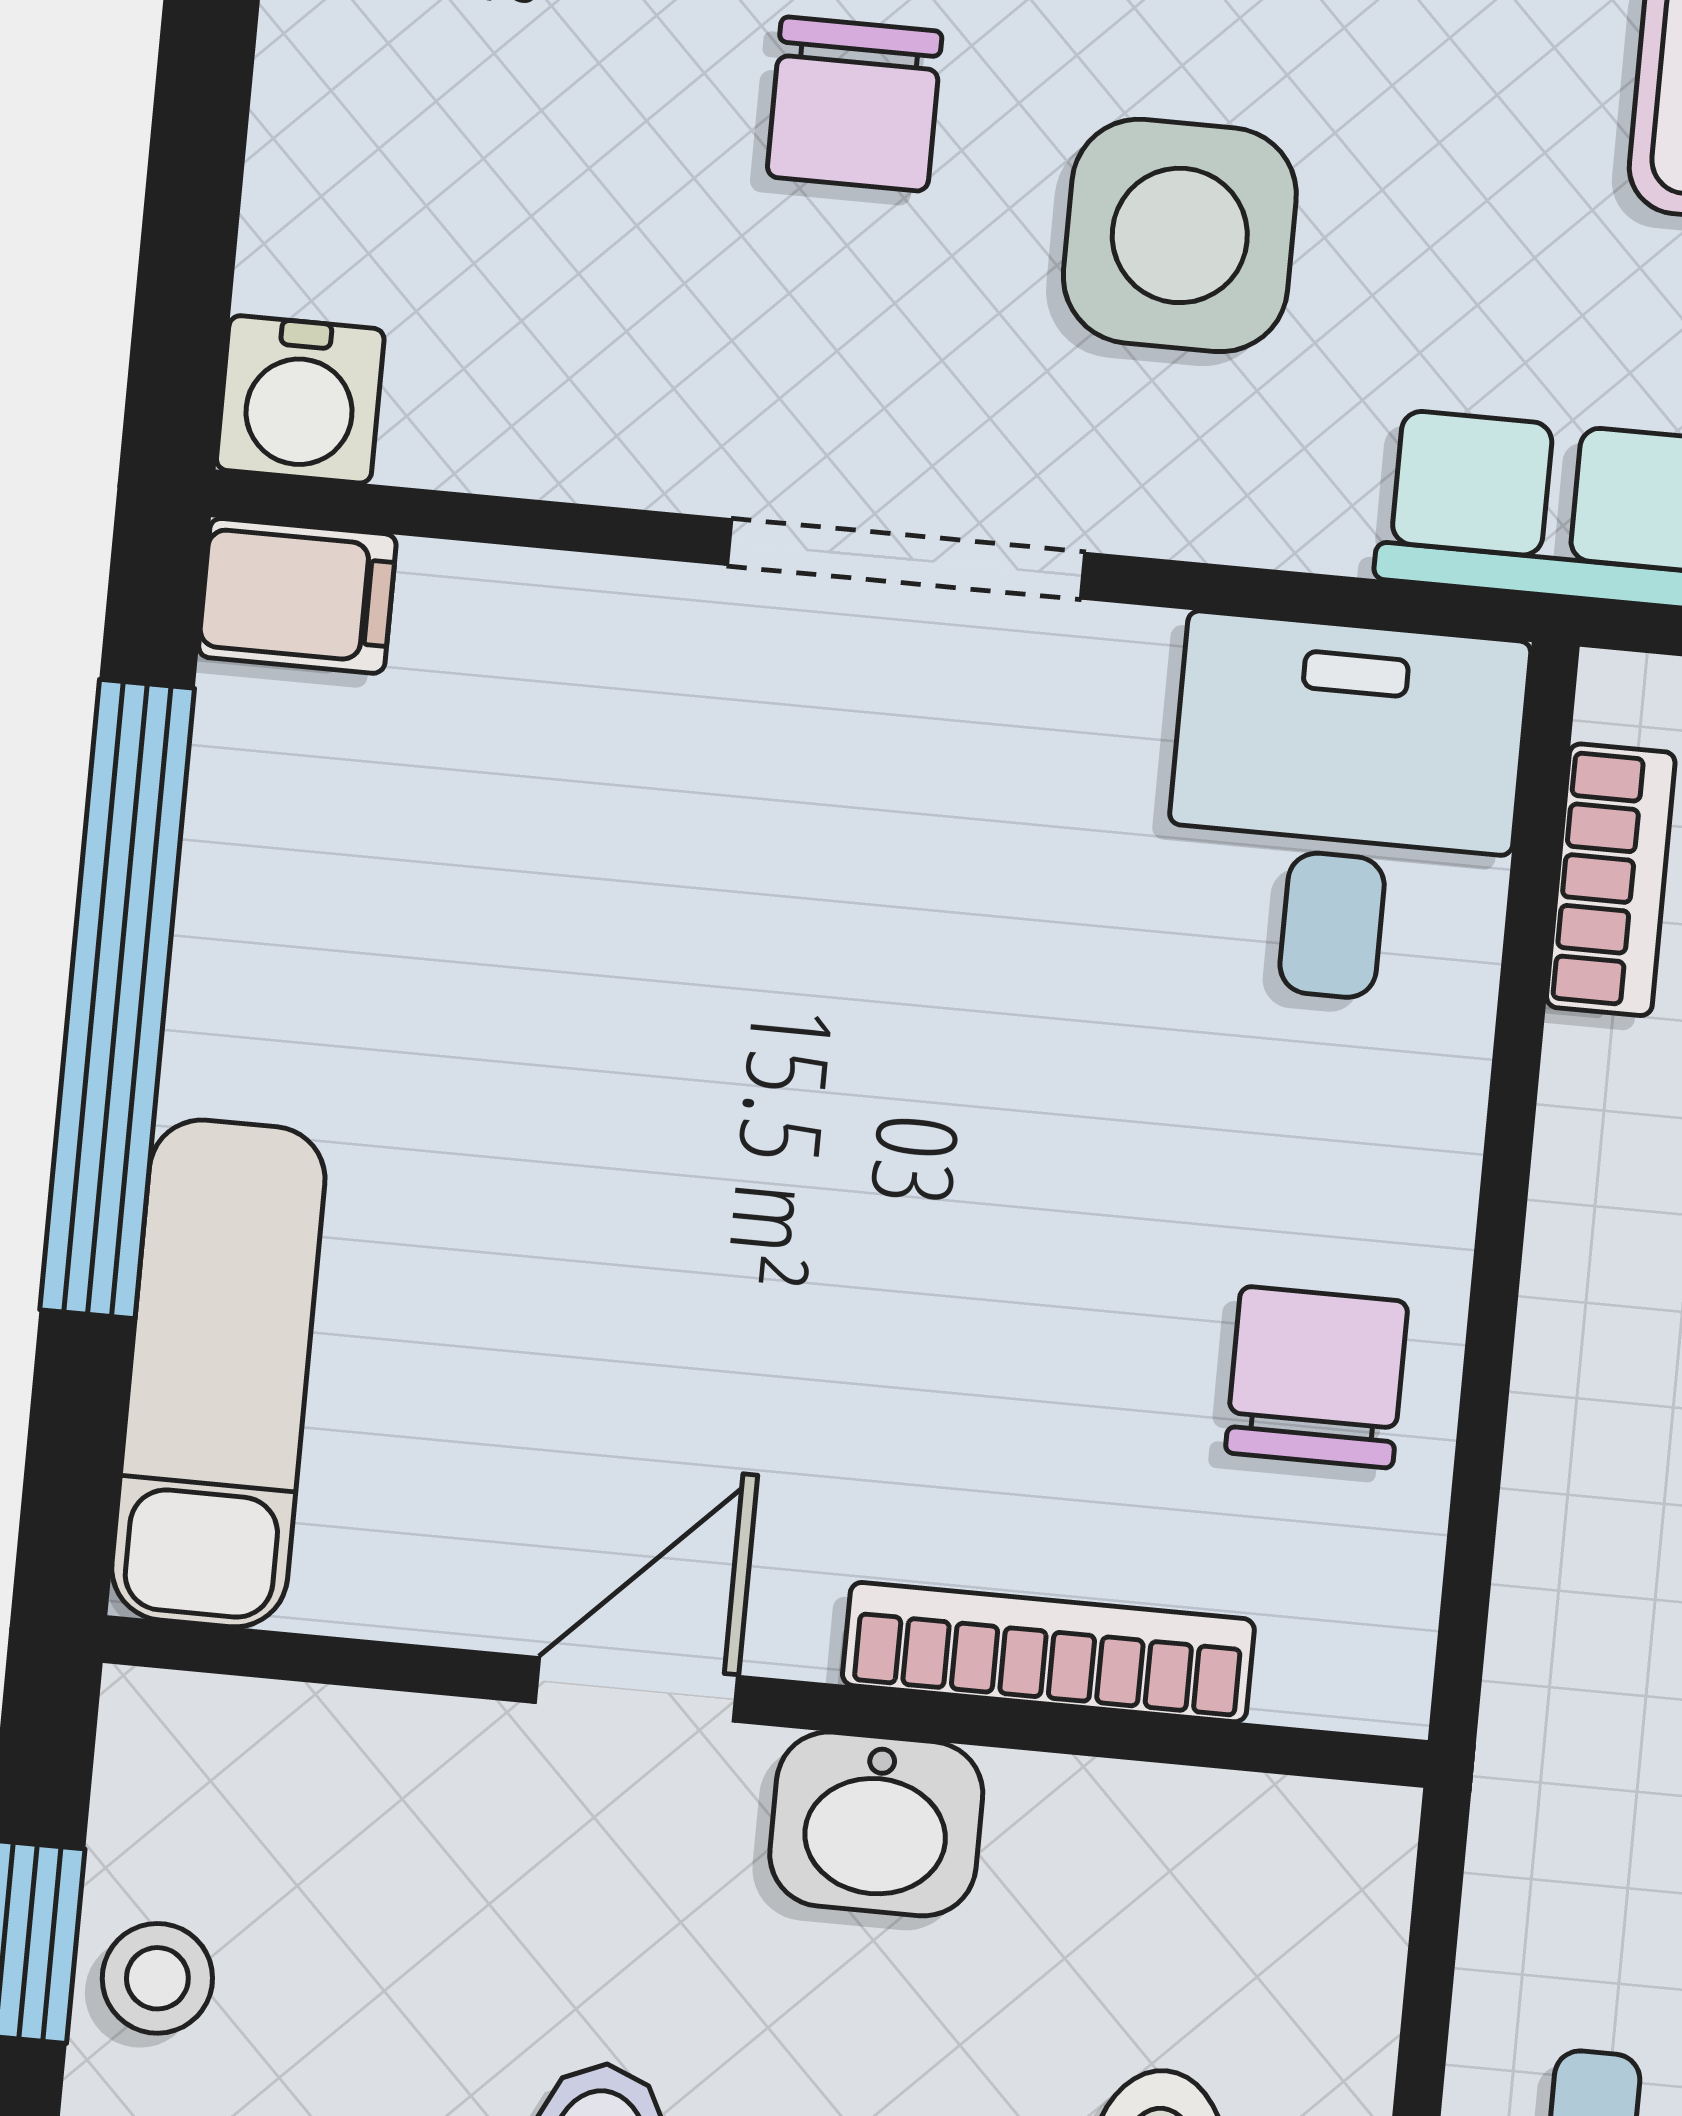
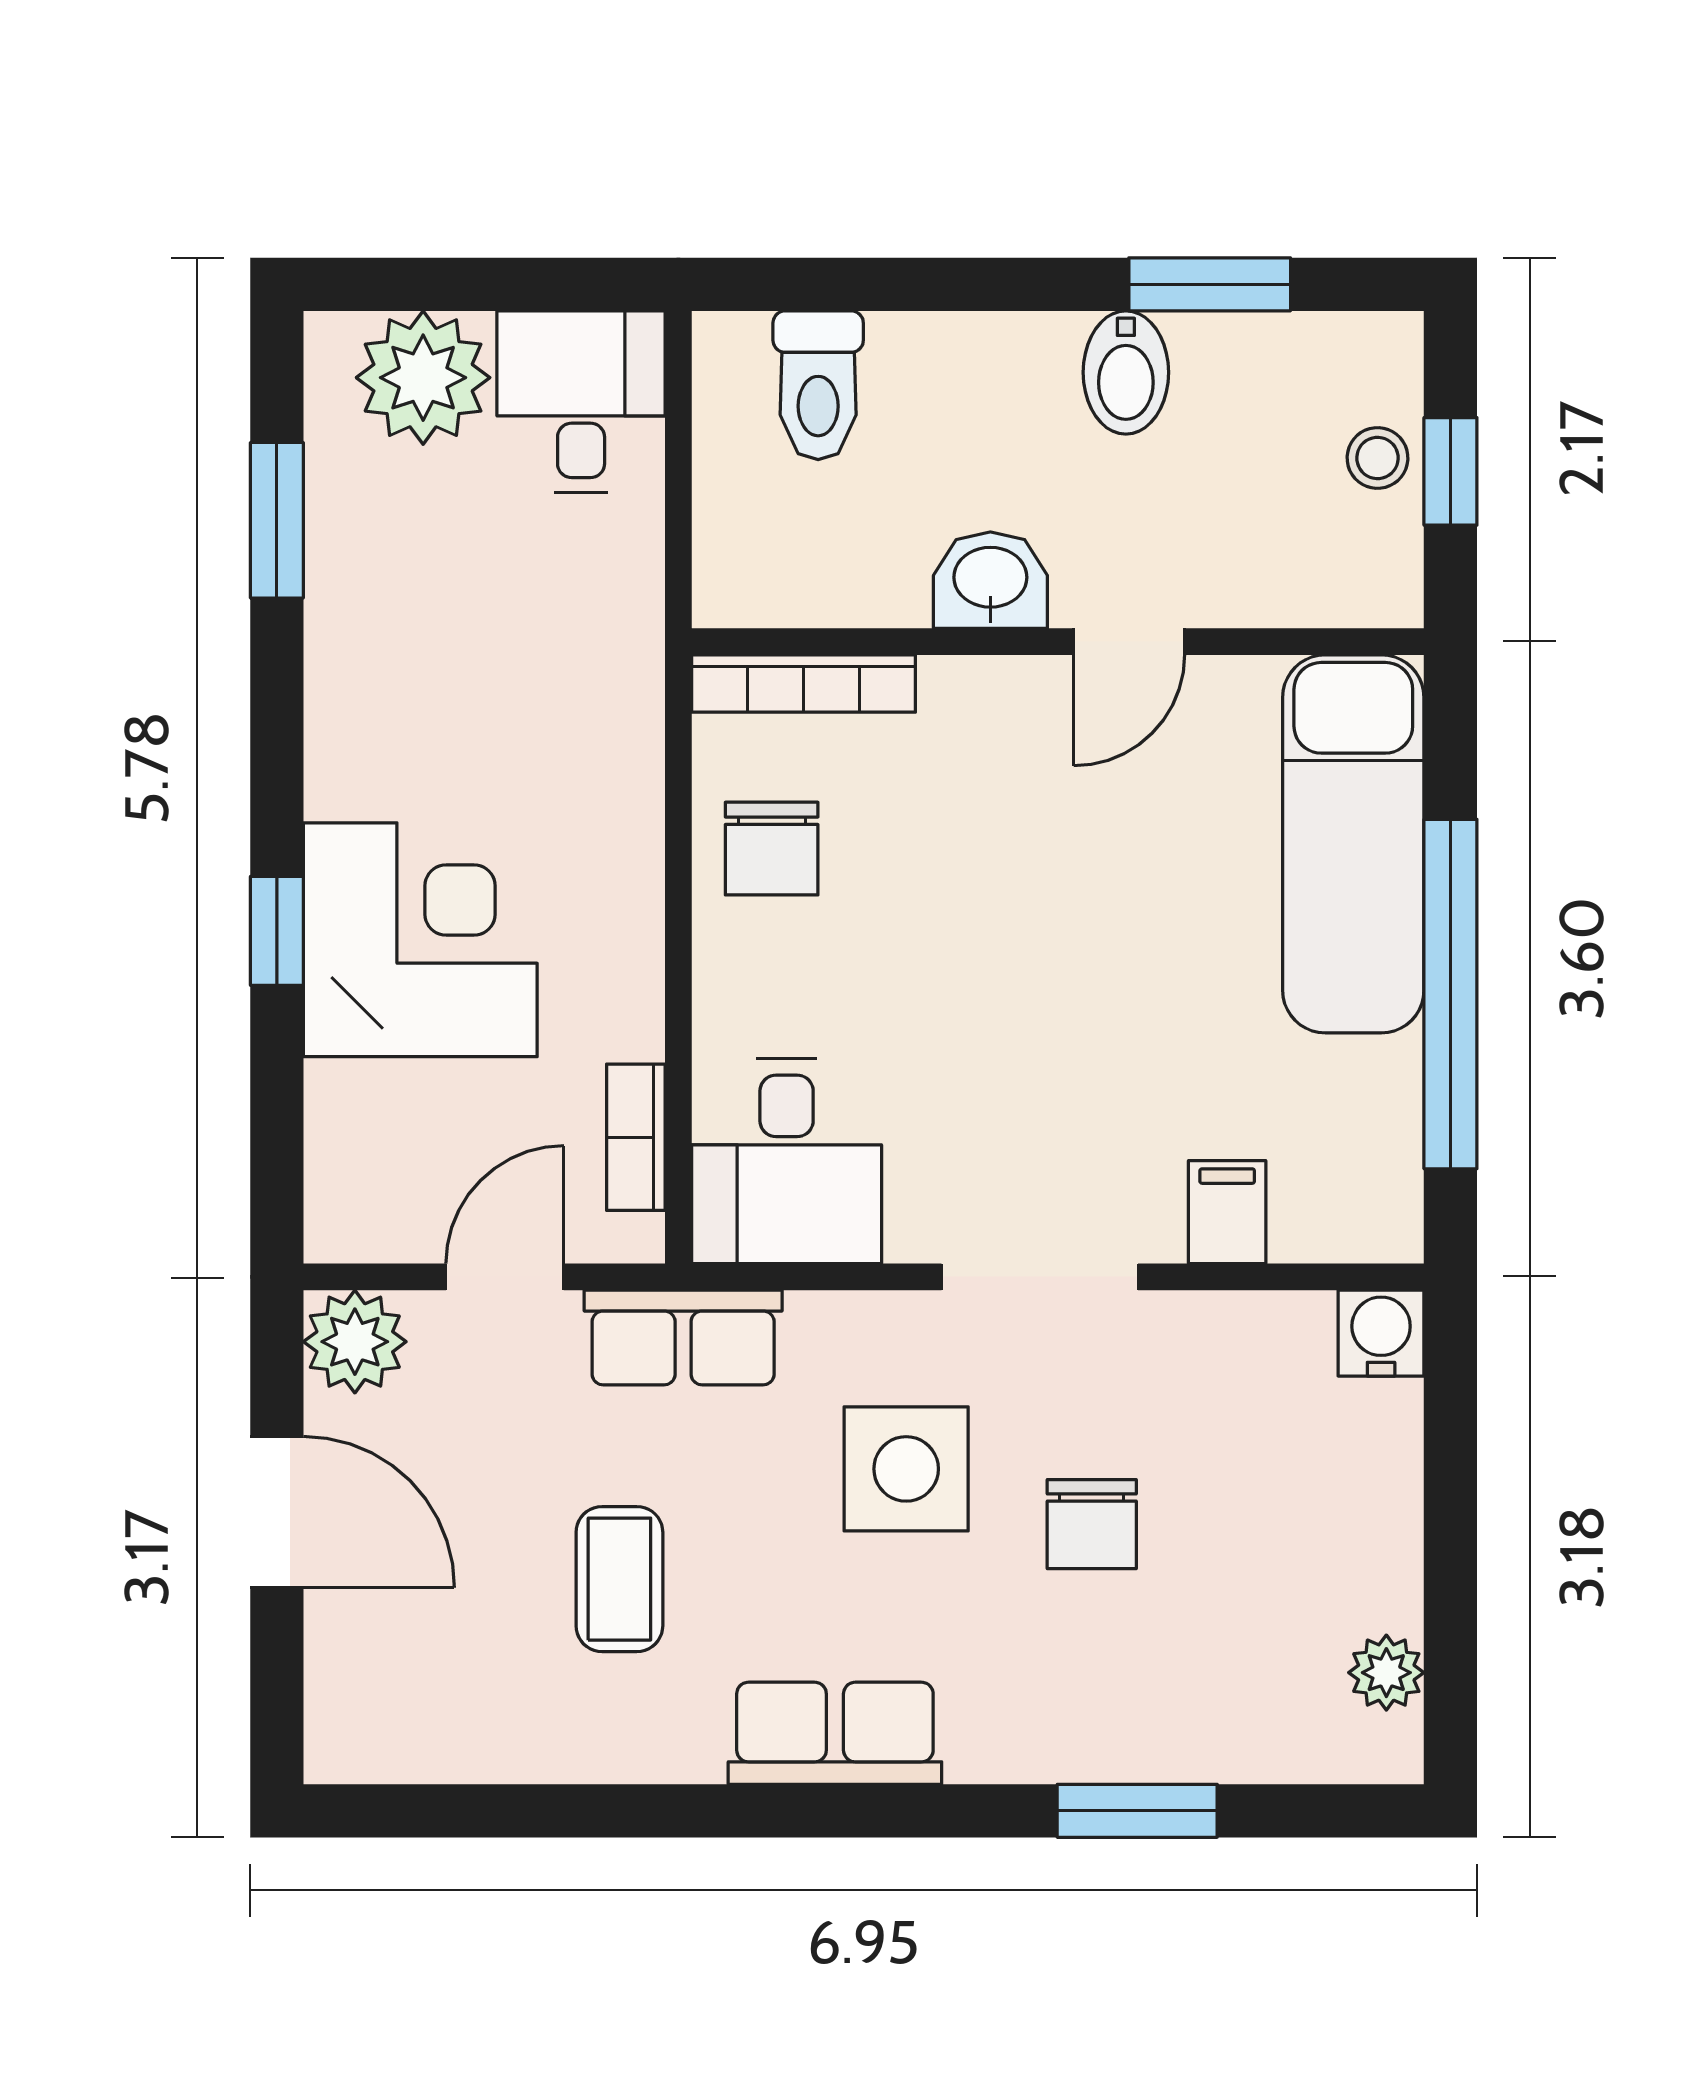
chair: (854, 104) -> (1092, 1524), turned 180
filing cabinet: (297, 596) -> (1227, 1212), moved, turned 90
exam couch: (218, 1373) -> (1353, 844), width x1.36, depth x1.45
bookcase: (1048, 1652) -> (804, 684), moved

